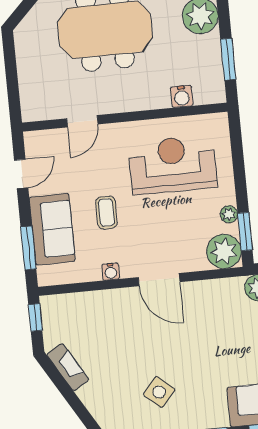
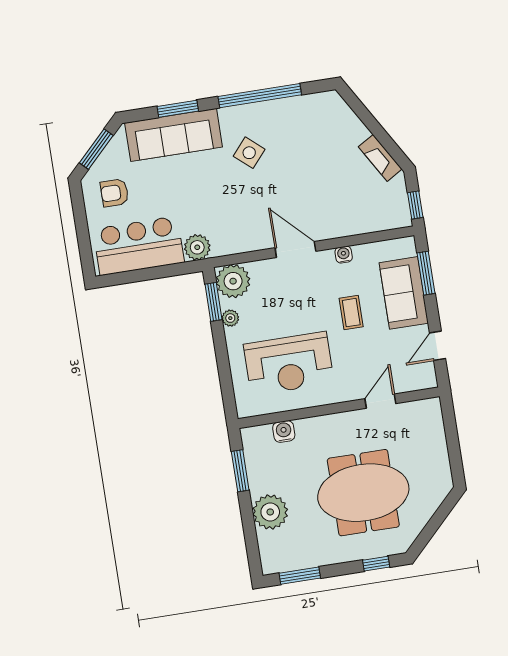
side table: (159, 392) -> (249, 153), moved

